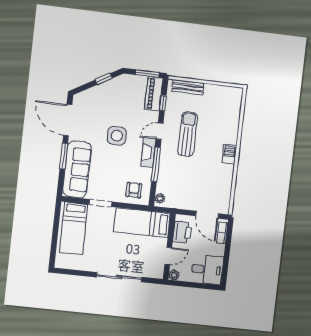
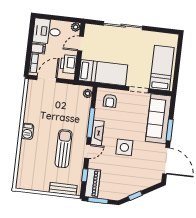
sun lounger: (188, 134) -> (64, 149), turned 180
door: (207, 215) -> (47, 79), hinge flipped
filing cabinet: (217, 250) -> (38, 49), added

